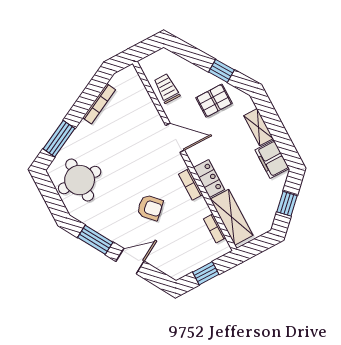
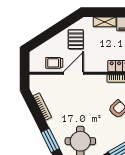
window: (222, 71) -> (61, 26), removed
door: (175, 138) -> (74, 73), moved

